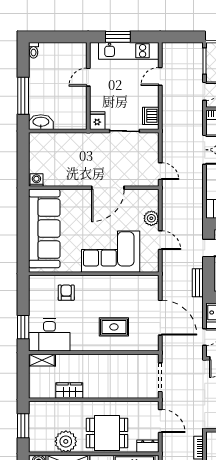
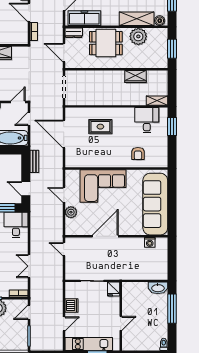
dishwasher: (151, 116) -> (71, 306), moved
washing machine: (36, 180) -> (150, 242), moved
desk: (49, 335) -> (147, 120), width x0.73

